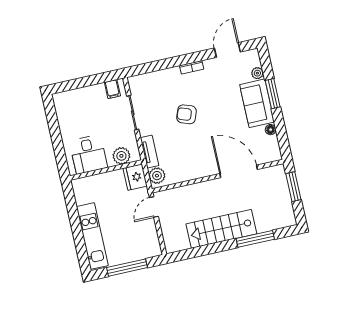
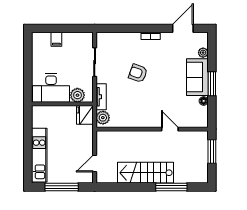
filing cabinet: (112, 89) -> (56, 39), moved
window: (273, 94) -> (212, 84), moved
desk: (89, 154) -> (51, 88), width x1.37
door: (239, 171) -> (170, 129), width x0.53
door: (154, 207) -> (95, 163), moved

